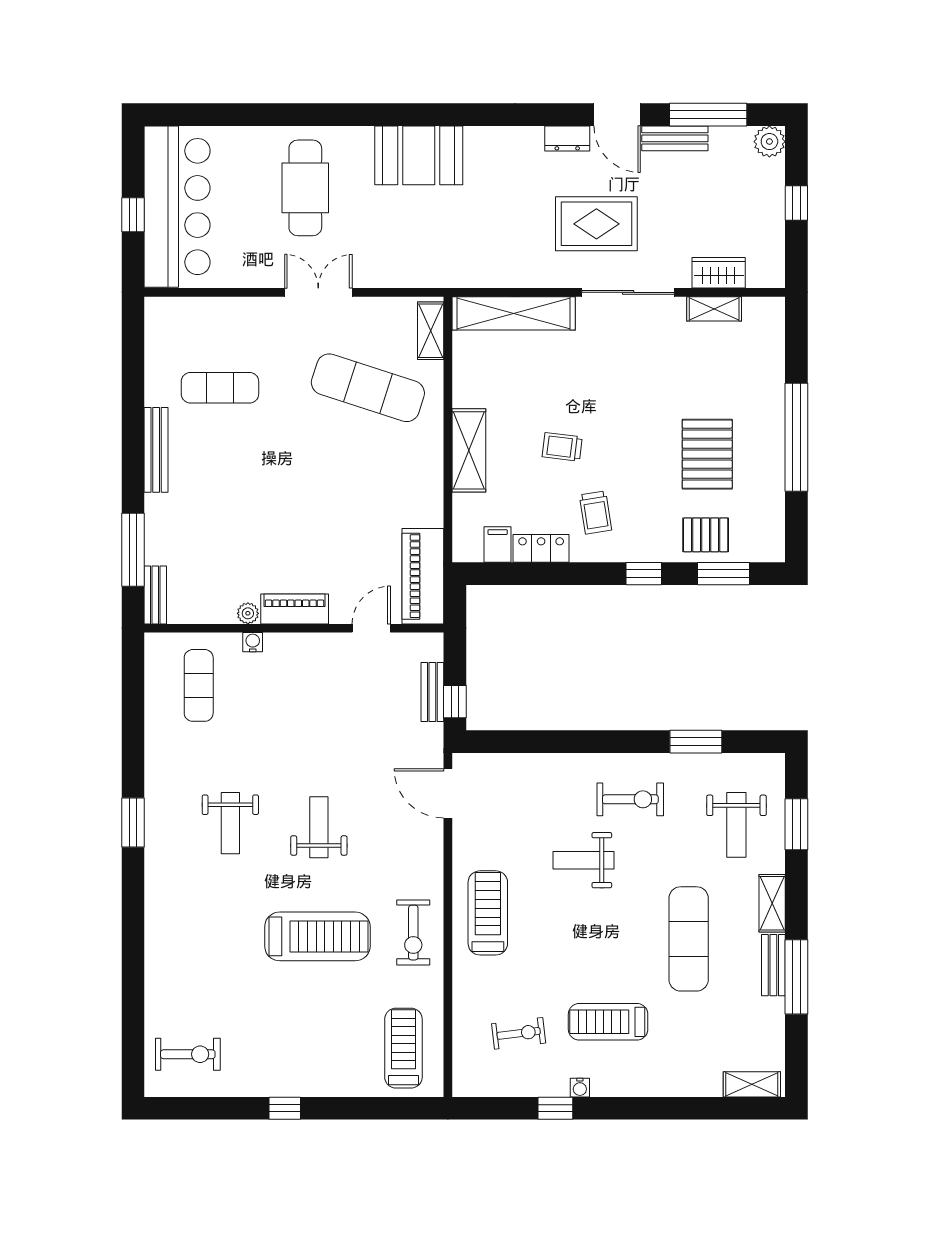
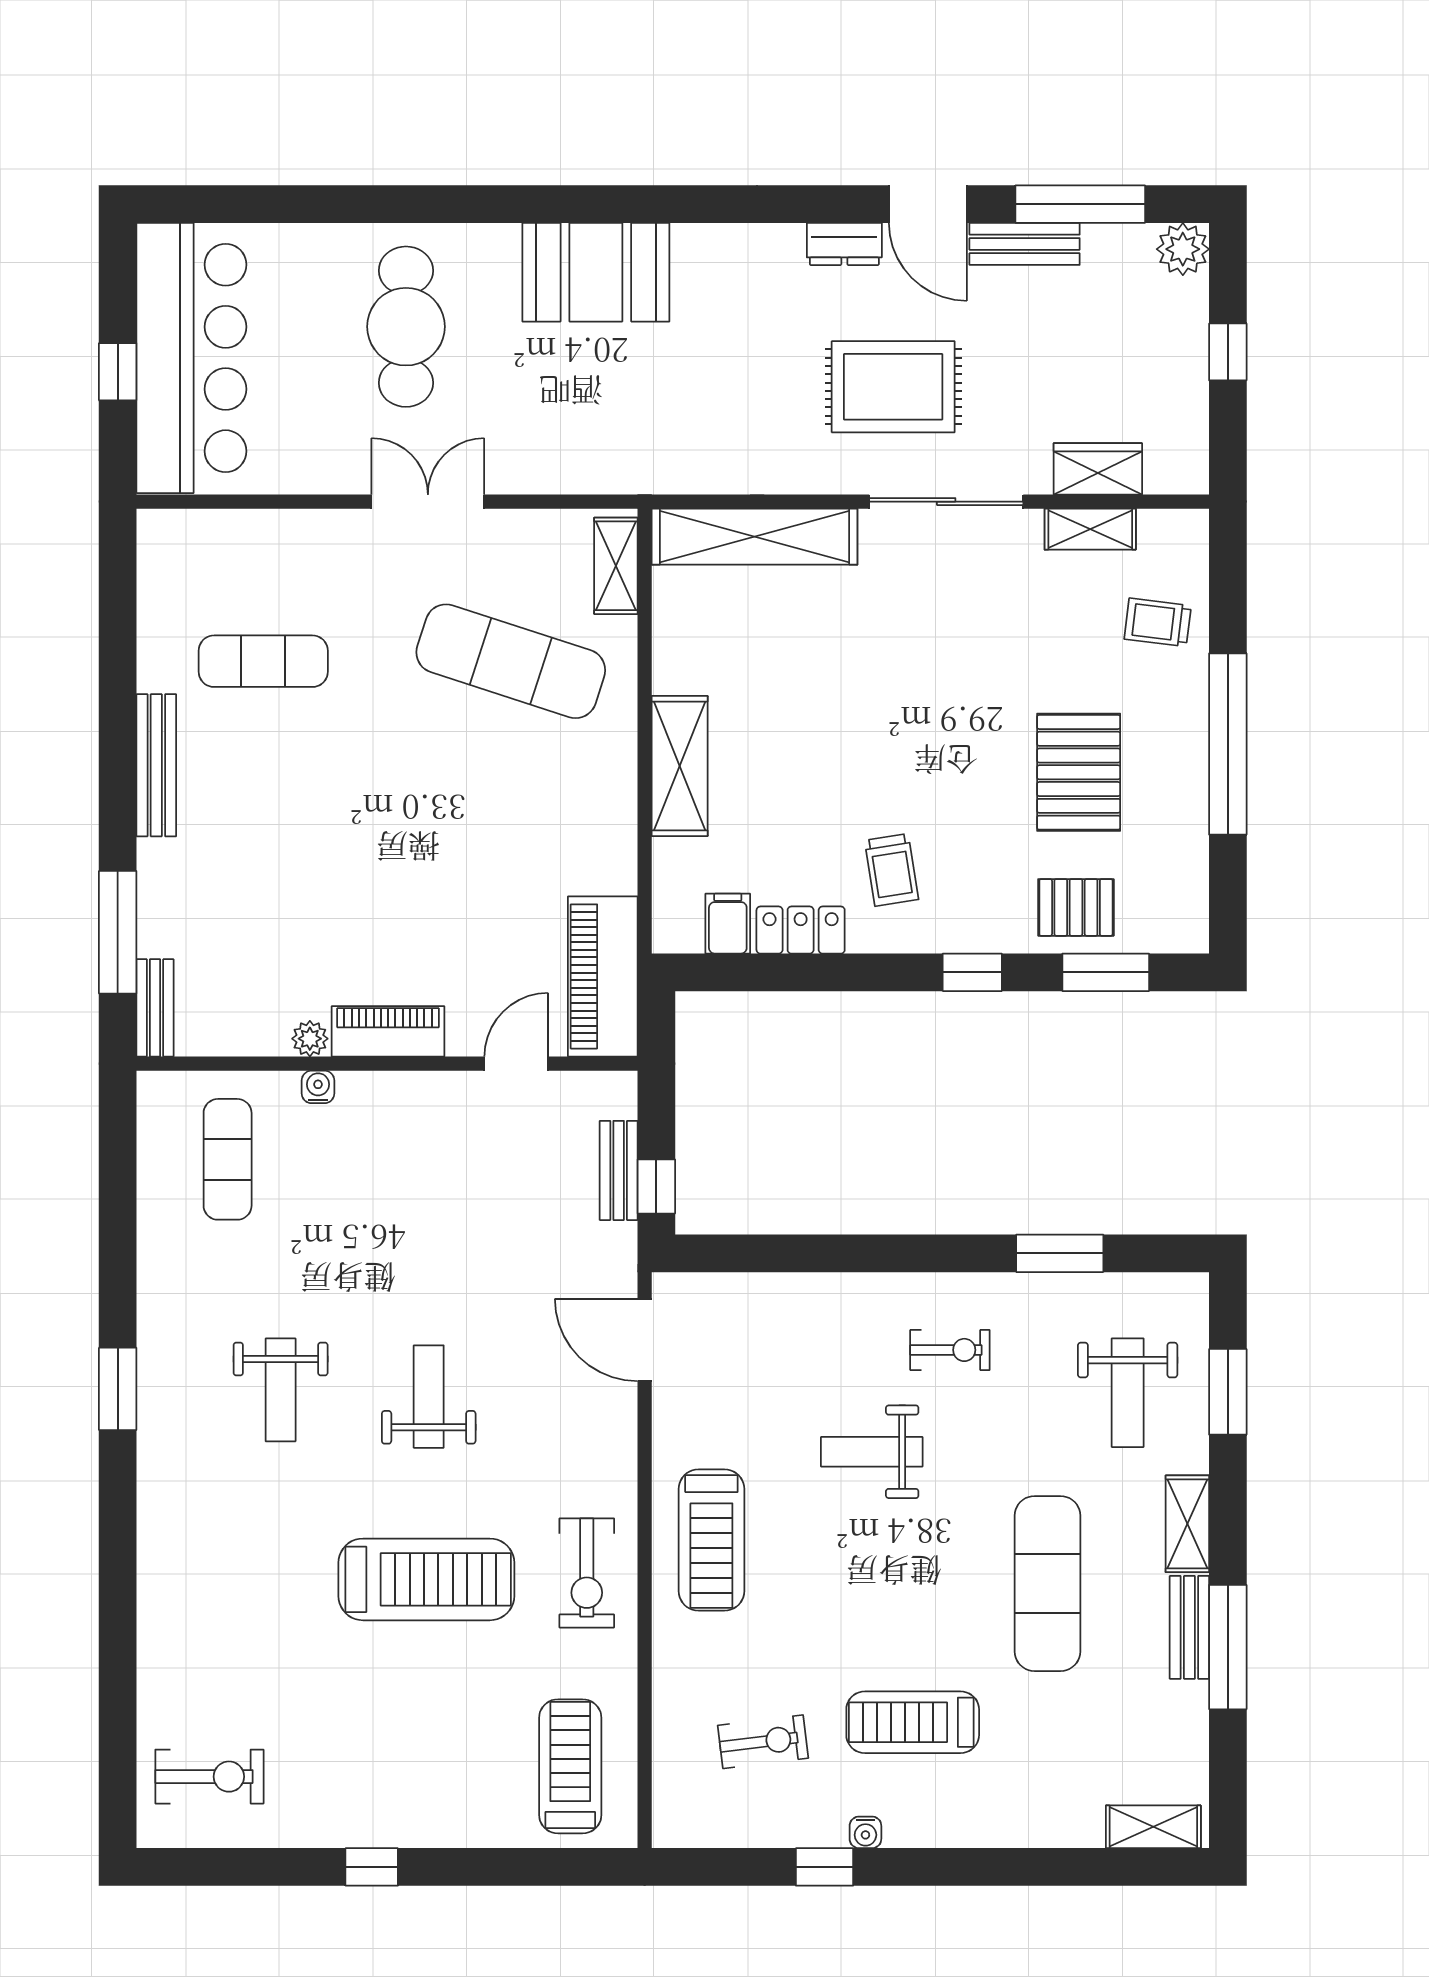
trolley: (562, 447) -> (1158, 622), moved
exercise bike: (630, 799) -> (950, 1350), width x0.73, depth x0.72
treadmill: (488, 913) -> (711, 1540), turned 180

